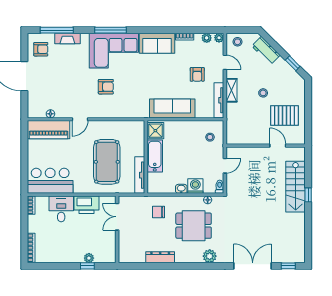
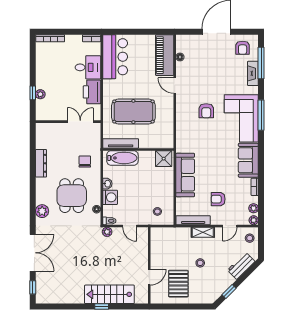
bathtub: (155, 156) -> (122, 158), moved
plant: (231, 189) -> (107, 232), added

